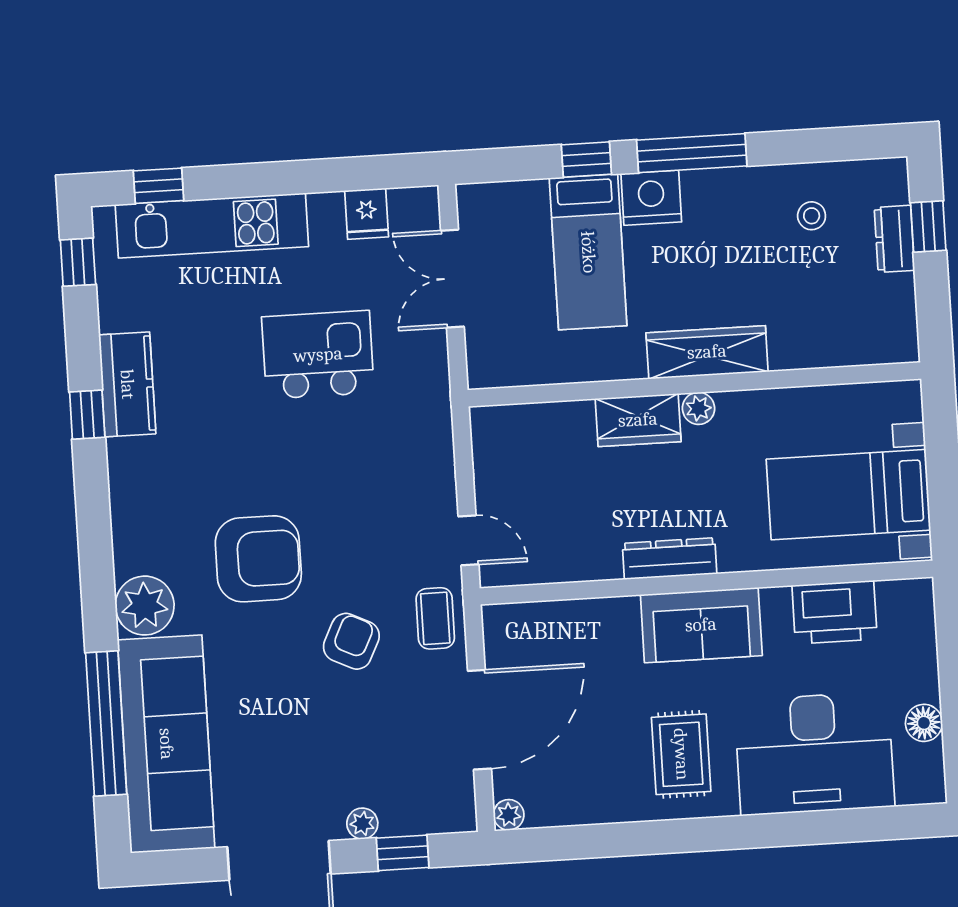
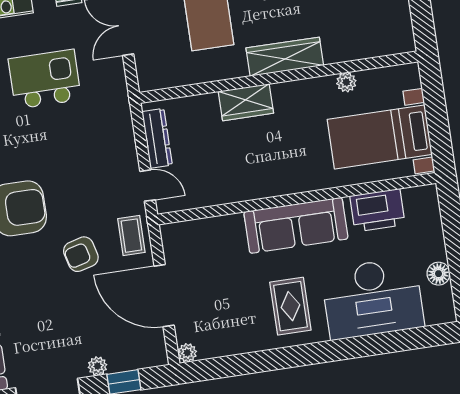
plant: (698, 408) -> (346, 82), moved
dresser: (670, 559) -> (157, 138), moved, turned 90
sofa: (701, 625) -> (296, 225), width x1.36
armchair: (351, 641) -> (81, 254), turned -131
door: (479, 720) -> (164, 296), swing flipped

